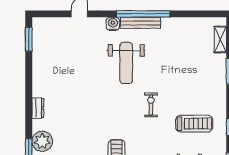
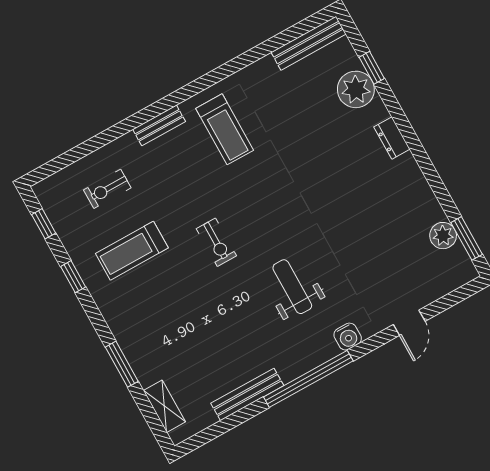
bench: (141, 23) -> (247, 394), moved
plant: (39, 47) -> (443, 236), added
weight bench: (126, 63) -> (292, 287), width x0.73, depth x0.75

